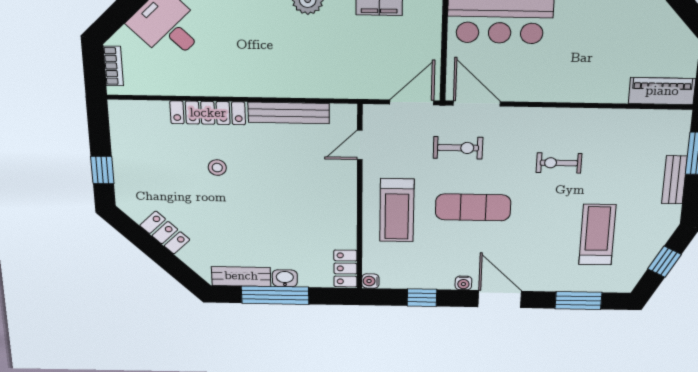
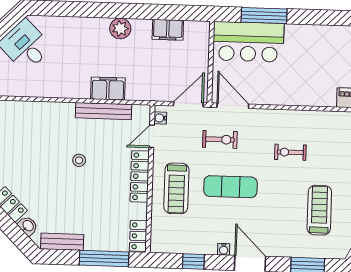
filing cabinet: (294, 83) -> (108, 89), added
locker: (208, 113) -> (140, 176), moved, turned 90
stool: (217, 168) -> (79, 160), moved
washbasin: (285, 278) -> (28, 226), moved, turned 45
water cooler: (370, 281) -> (160, 118), moved
window: (275, 295) -> (104, 259), moved

